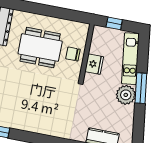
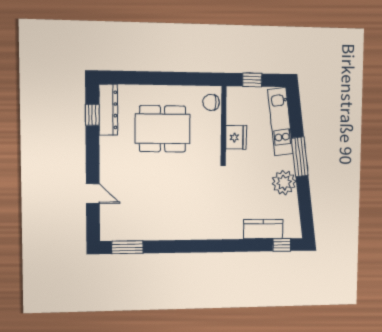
chair: (73, 54) -> (211, 102), moved
plant: (126, 95) -> (284, 183), moved

